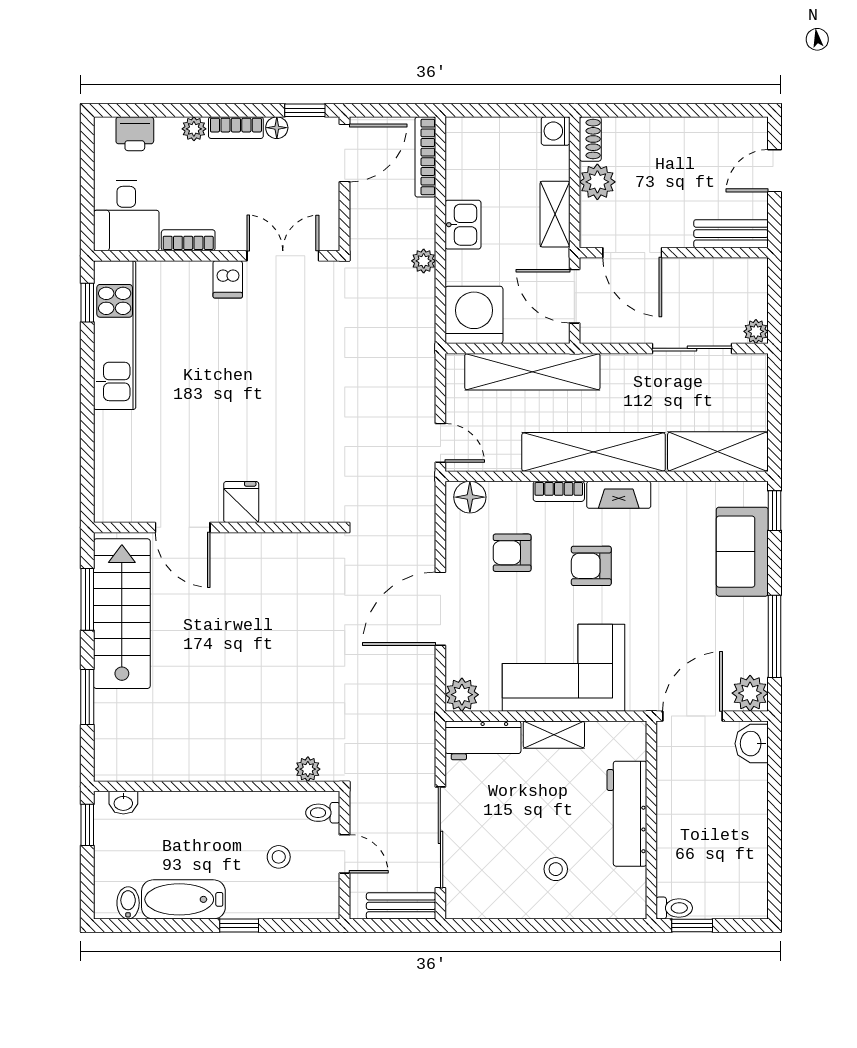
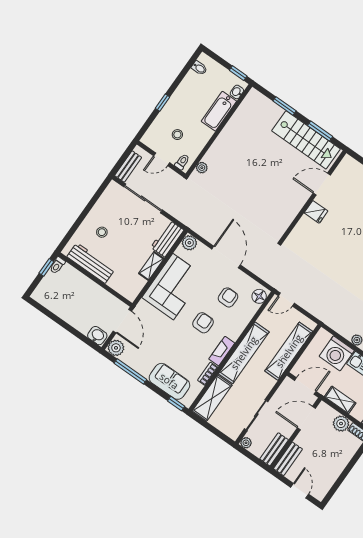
bench: (732, 271) -> (274, 449), added
washing machine: (474, 315) -> (337, 353), moved, turned 90
bookcase: (559, 491) -> (208, 374), moved
workbench: (627, 814) -> (91, 263), moved
bathtub: (183, 899) -> (219, 111), moved, turned 180

